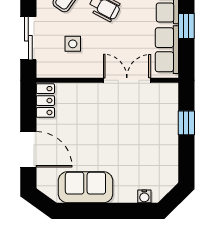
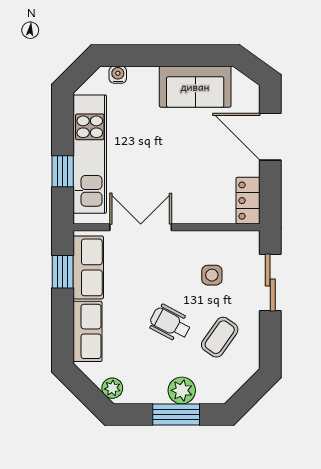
window: (186, 26) -> (63, 272), moved
double door: (127, 80) -> (141, 227), swing flipped
kitchen unit: (166, 136) -> (90, 154), added

